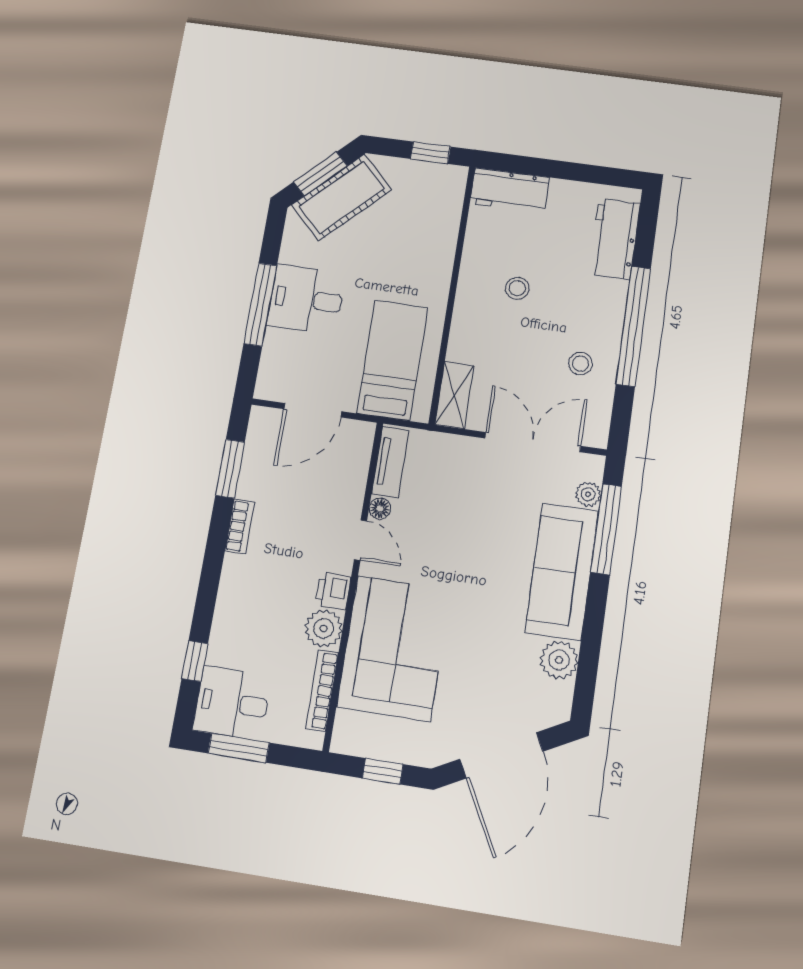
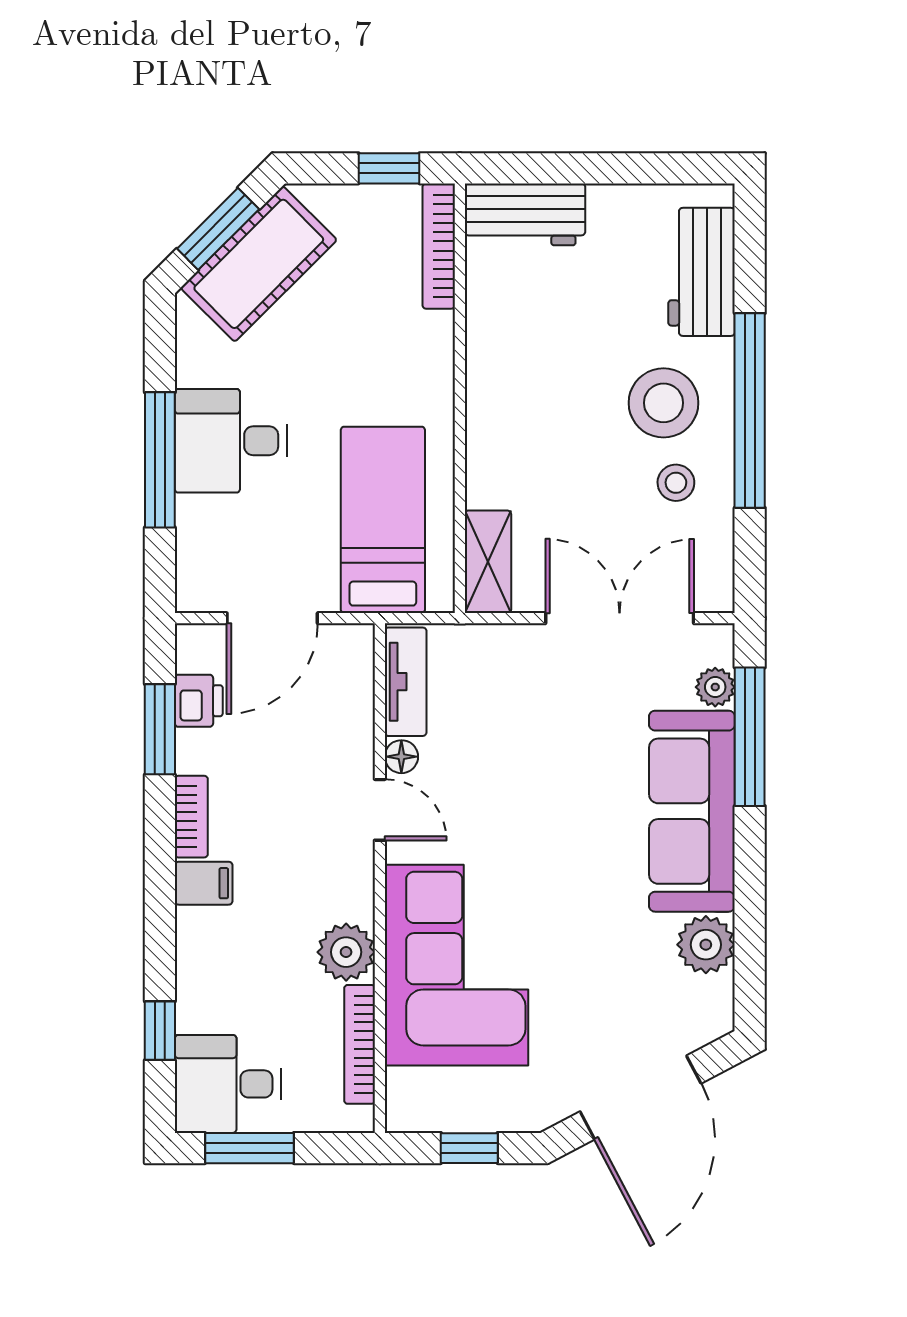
bookcase: (454, 202) -> (439, 246), added
stool: (517, 288) -> (664, 403), moved, width x1.89, depth x1.89
filing cabinet: (240, 570) -> (204, 883), added
printer: (333, 591) -> (199, 701), moved, turned 180

